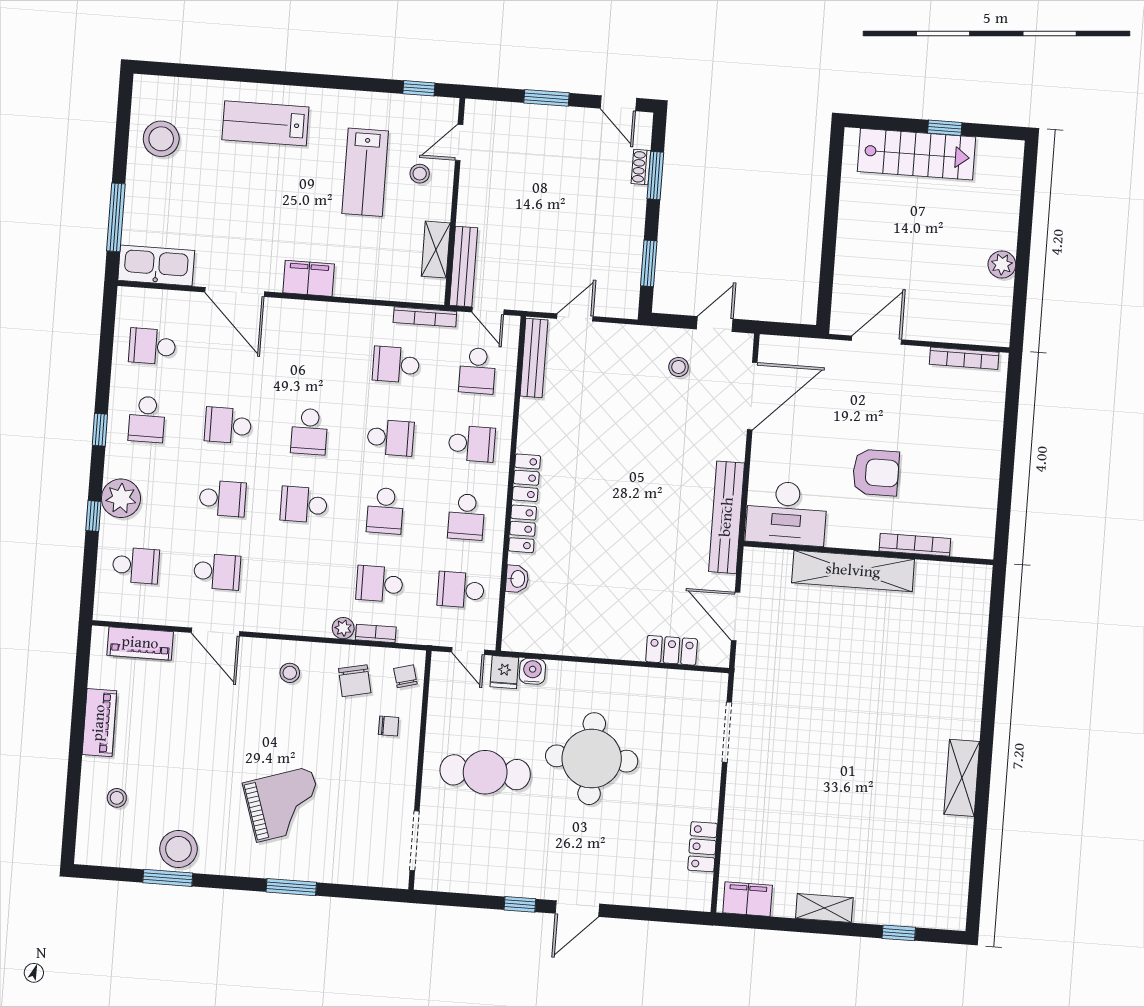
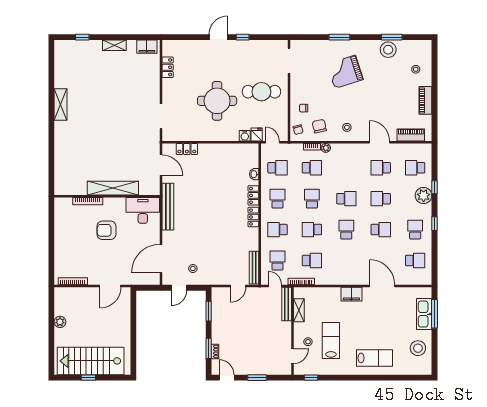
stairs: (916, 154) -> (91, 361), width x1.36, depth x1.51
kitchen sink: (156, 265) -> (424, 314), moved, turned 90

